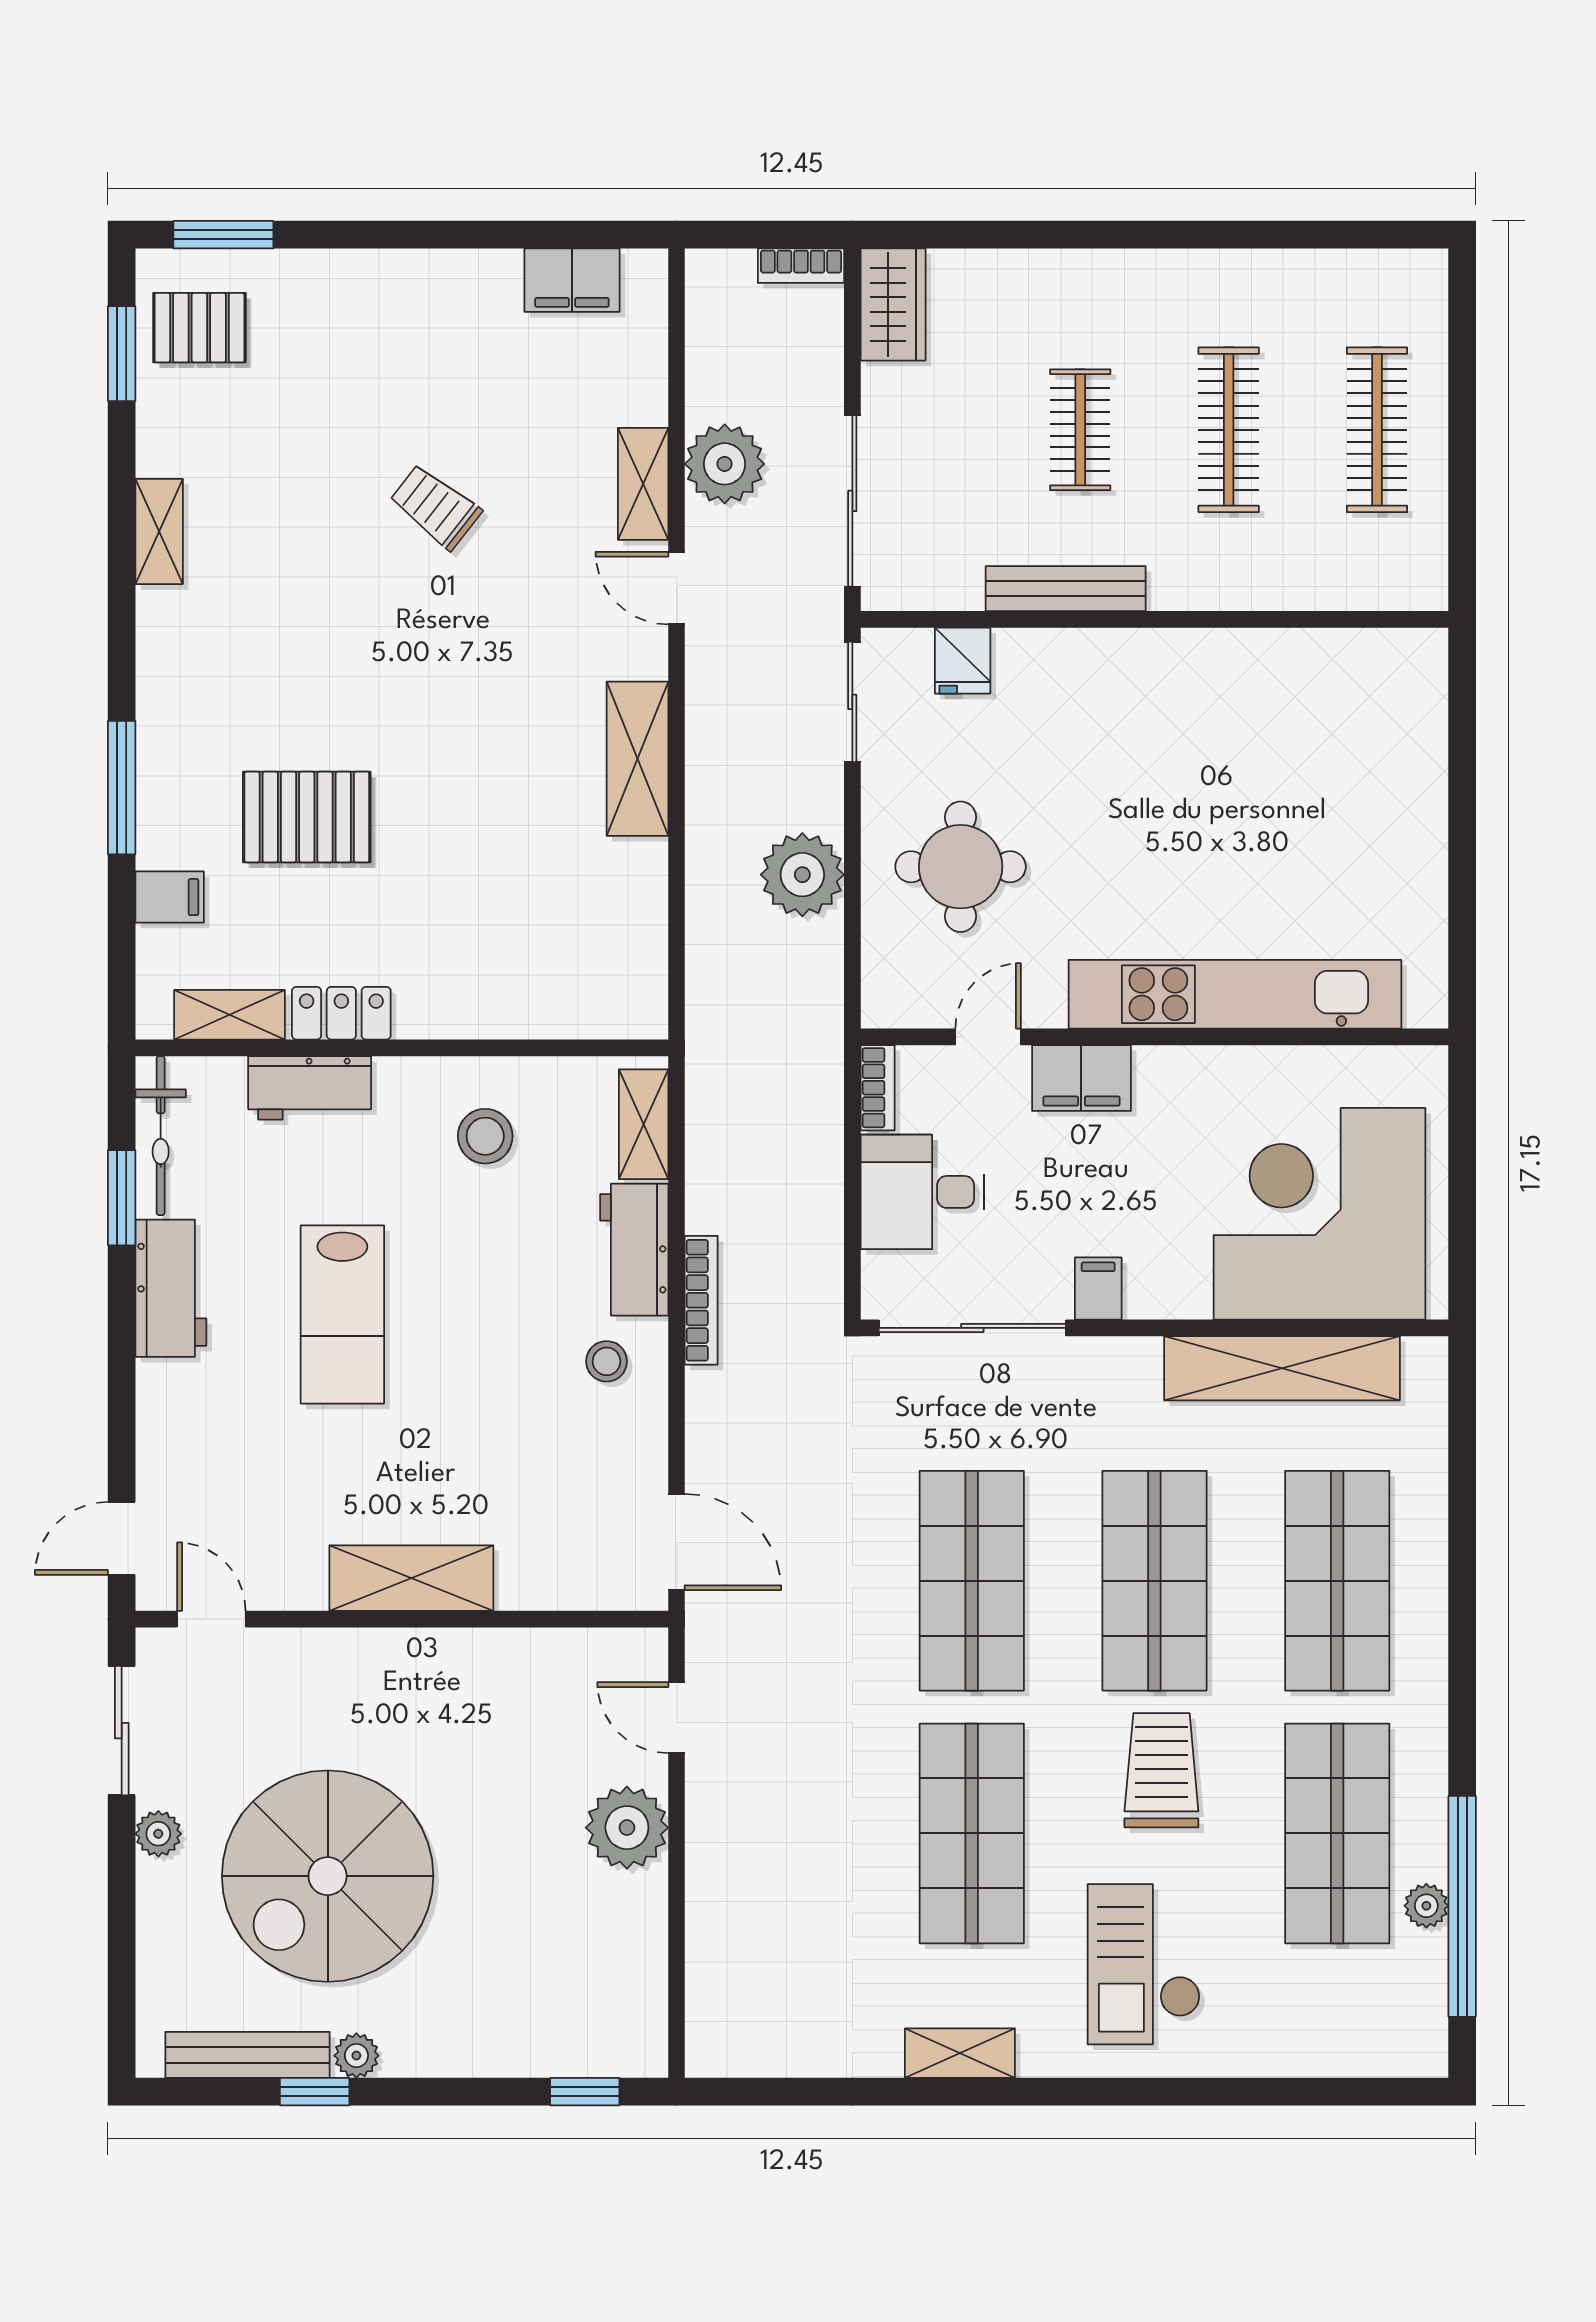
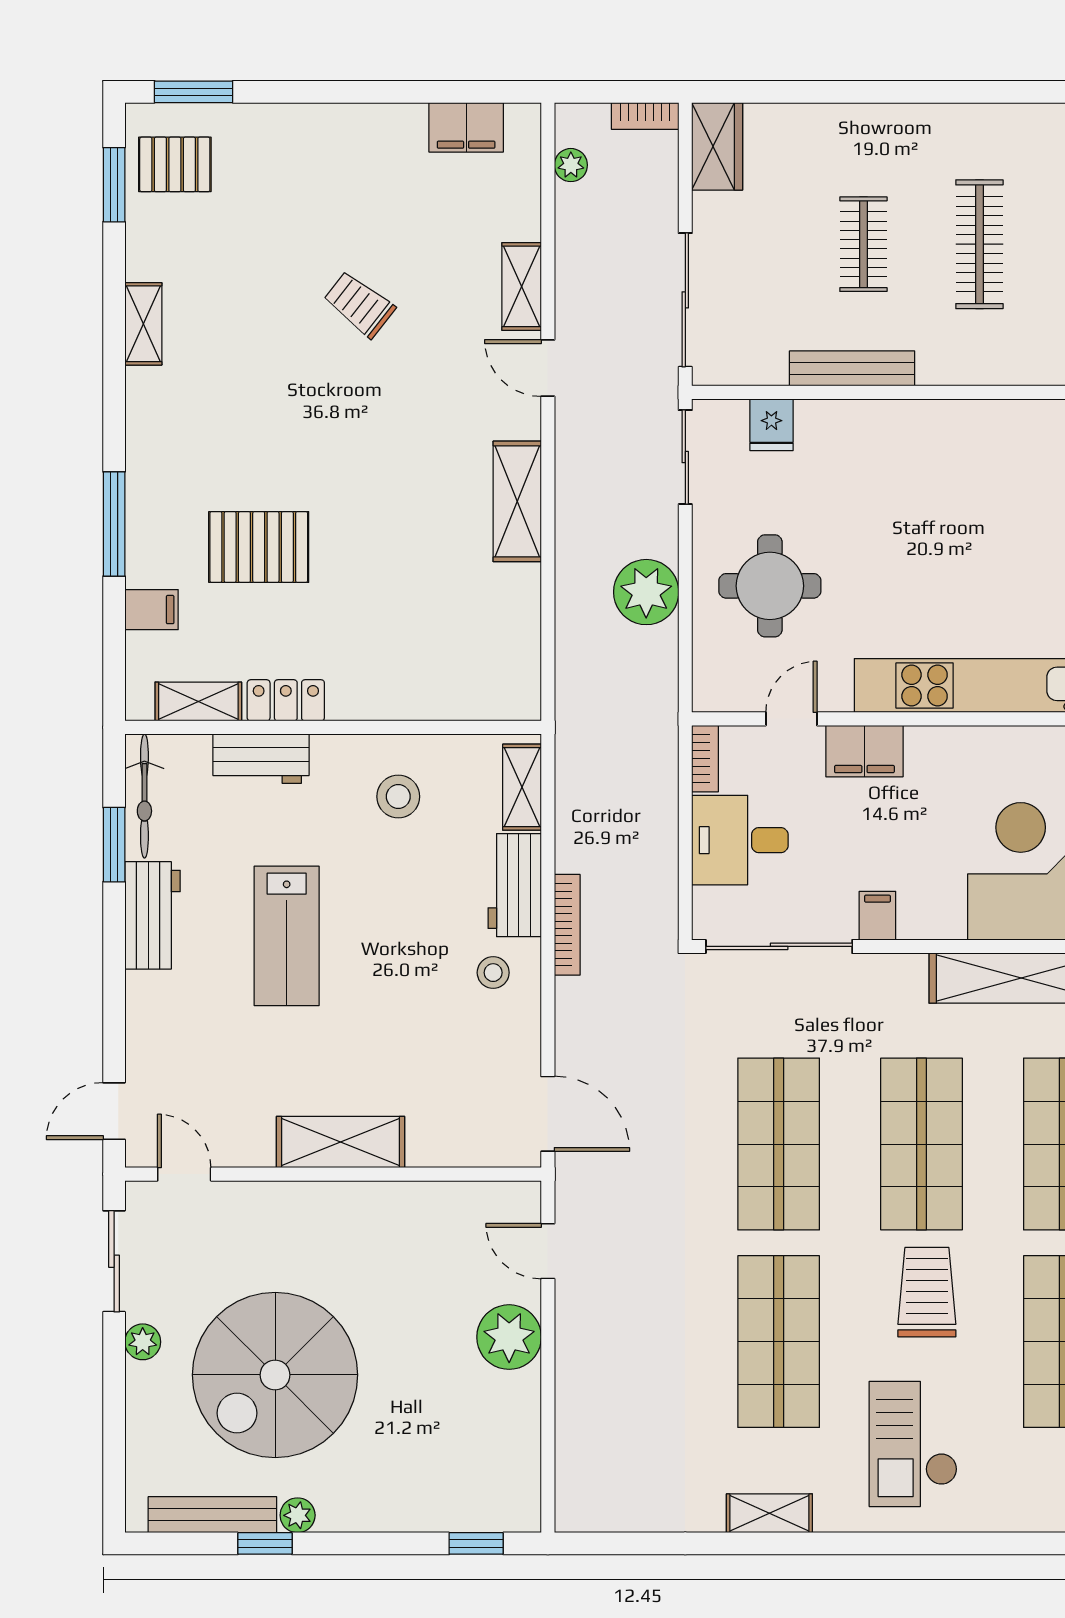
plant: (725, 464) -> (571, 165), moved, width x0.53, depth x0.53

